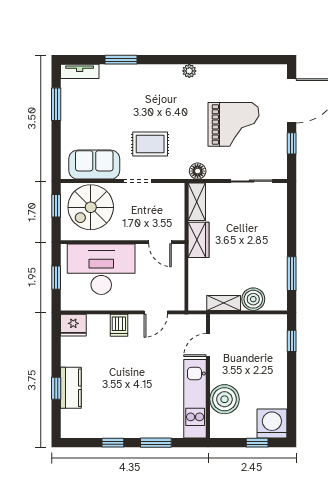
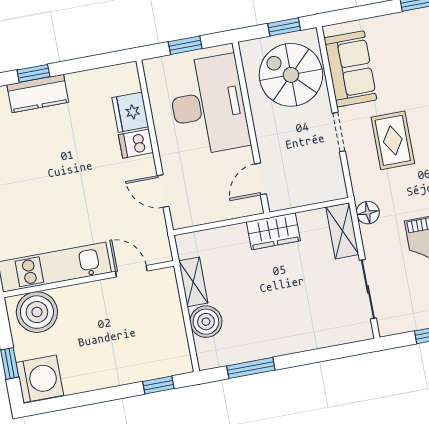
shelving: (197, 202) -> (342, 231), moved, turned 90
fridge: (73, 325) -> (130, 112), moved
boiler: (224, 399) -> (37, 312), moved

